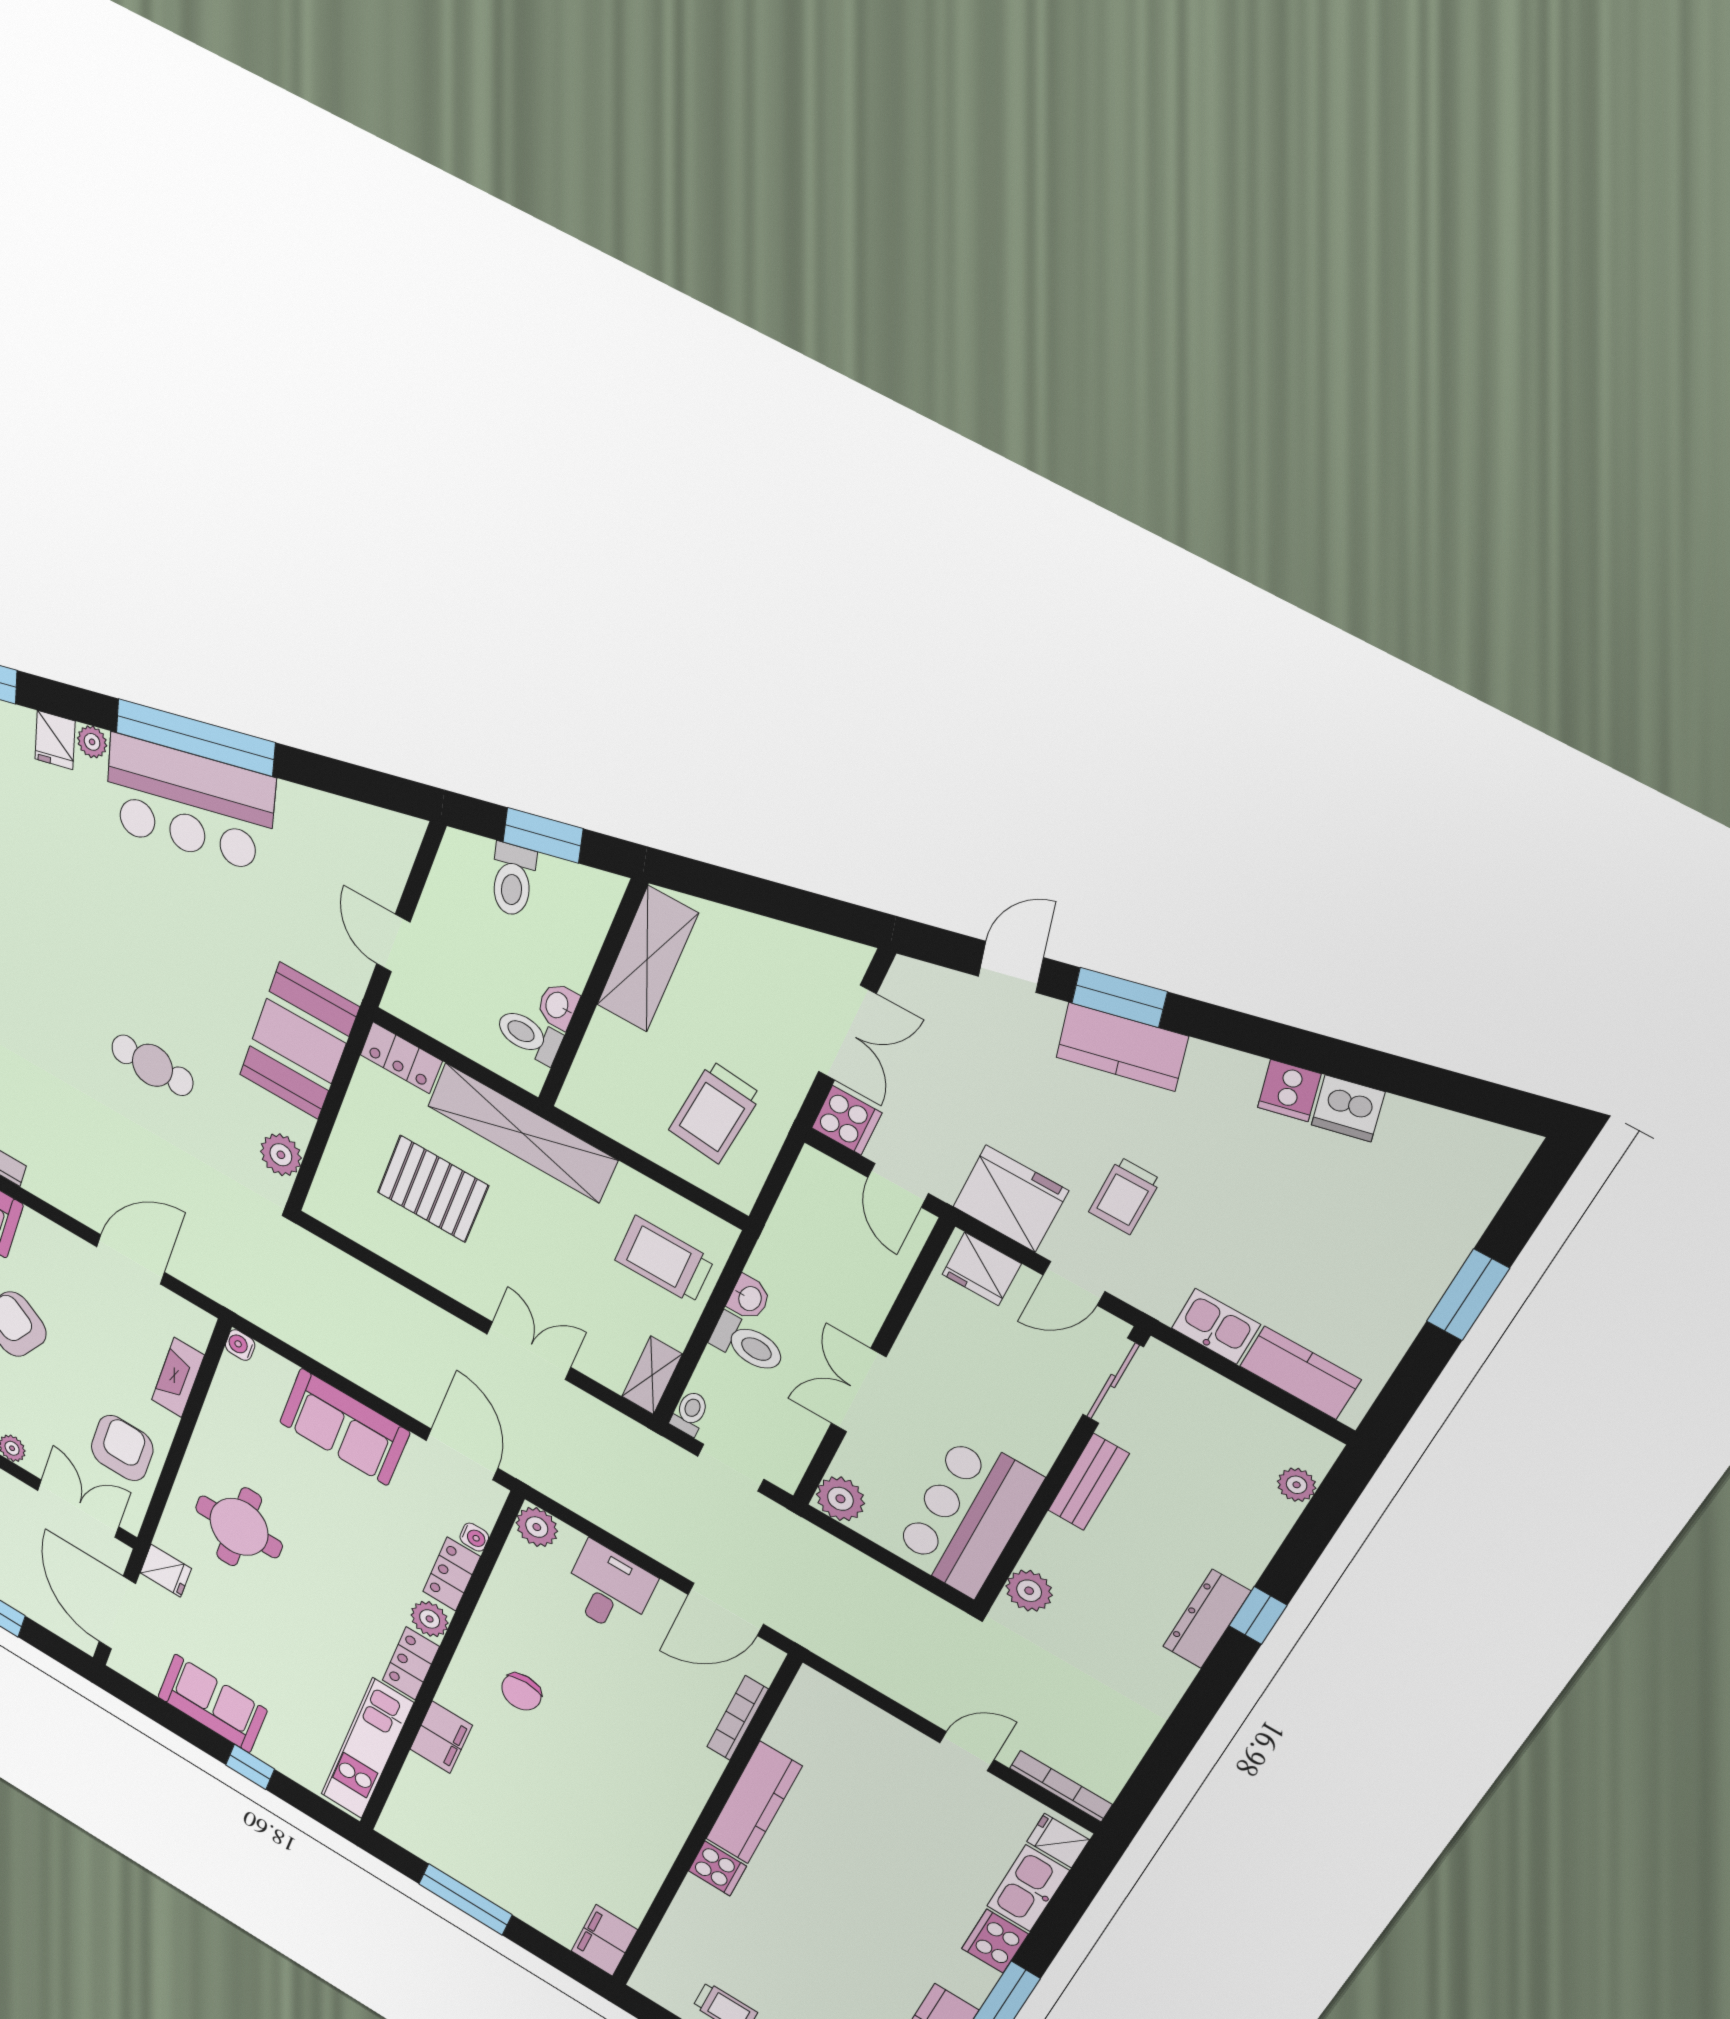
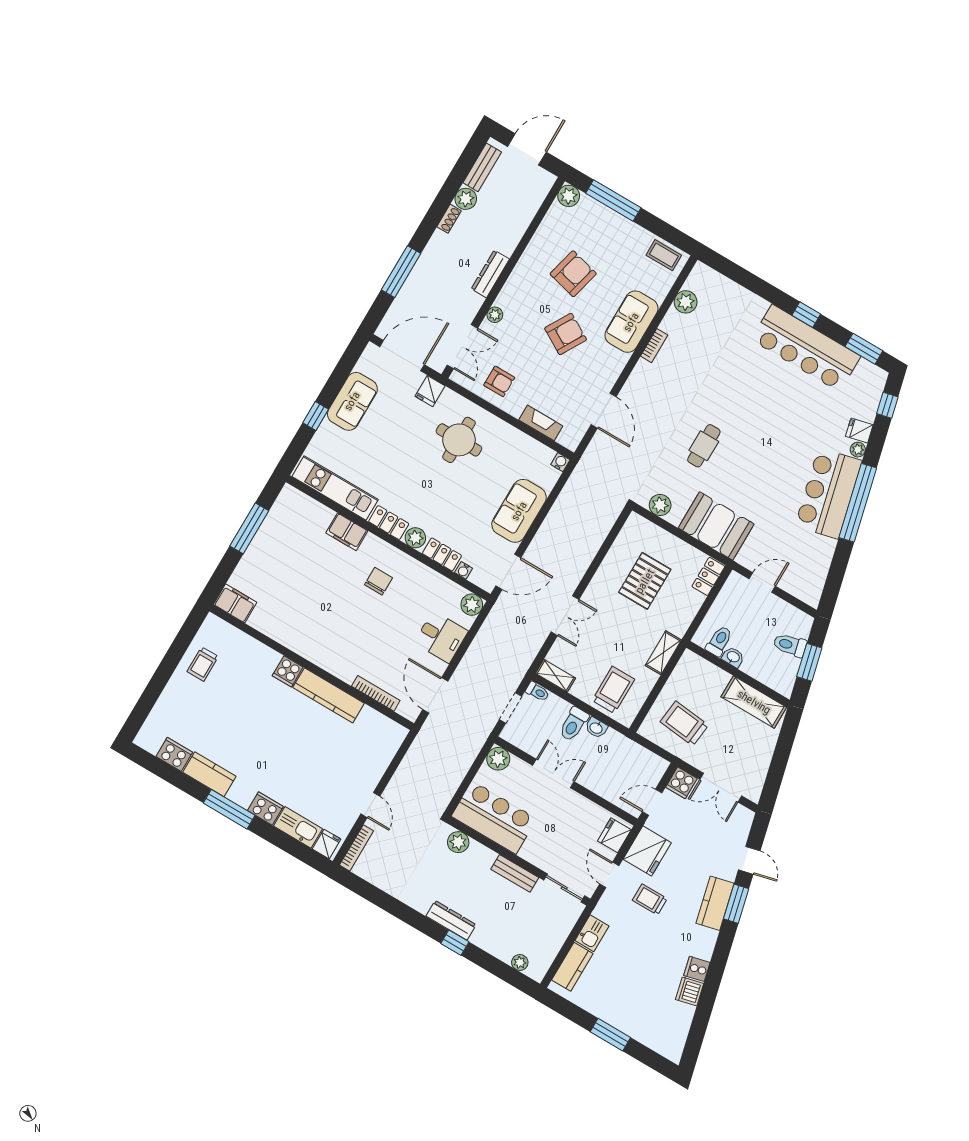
shelving: (522, 1133) -> (663, 653), width x0.45, depth x0.75
armchair: (122, 1448) -> (499, 381), width x0.72, depth x0.72
chair: (521, 1692) -> (378, 581), turned 90

